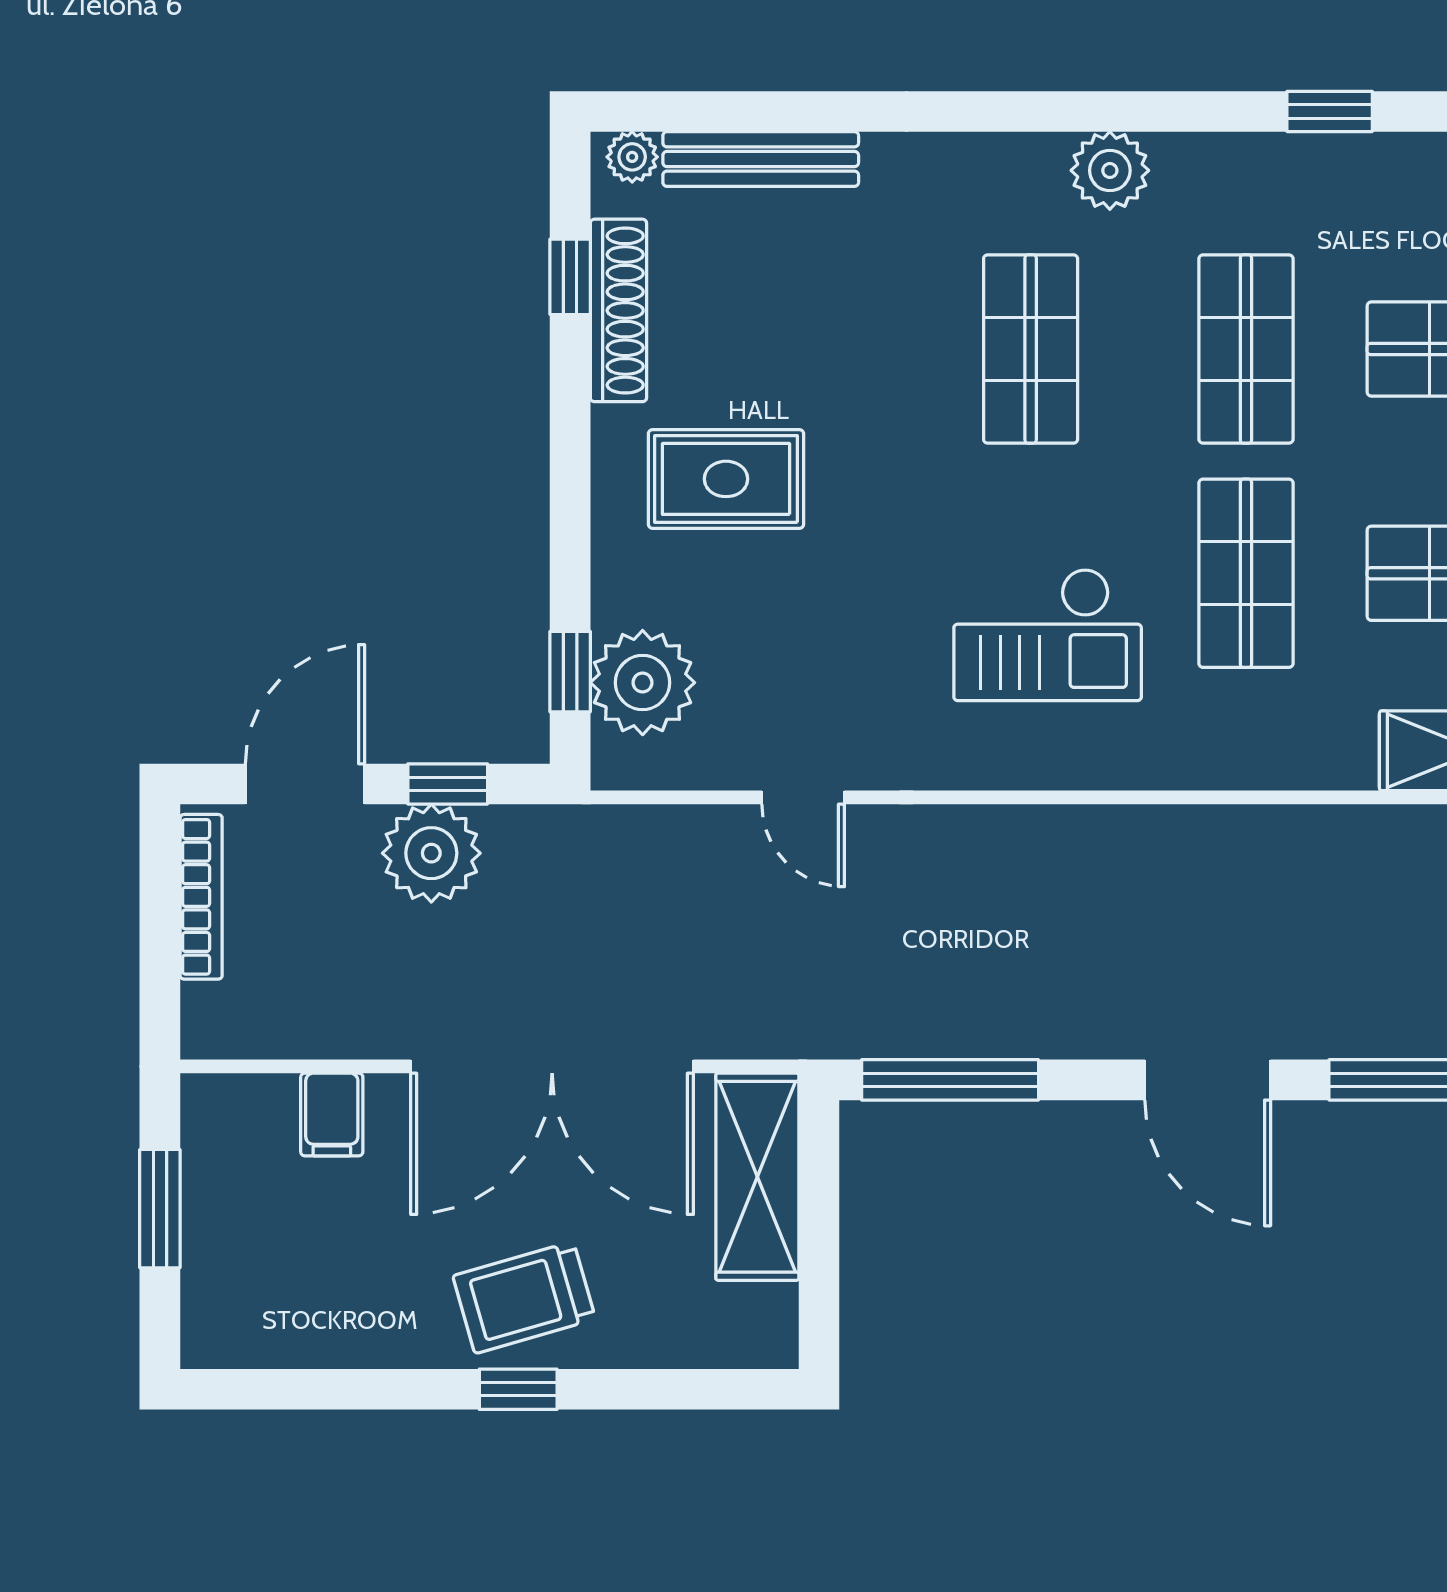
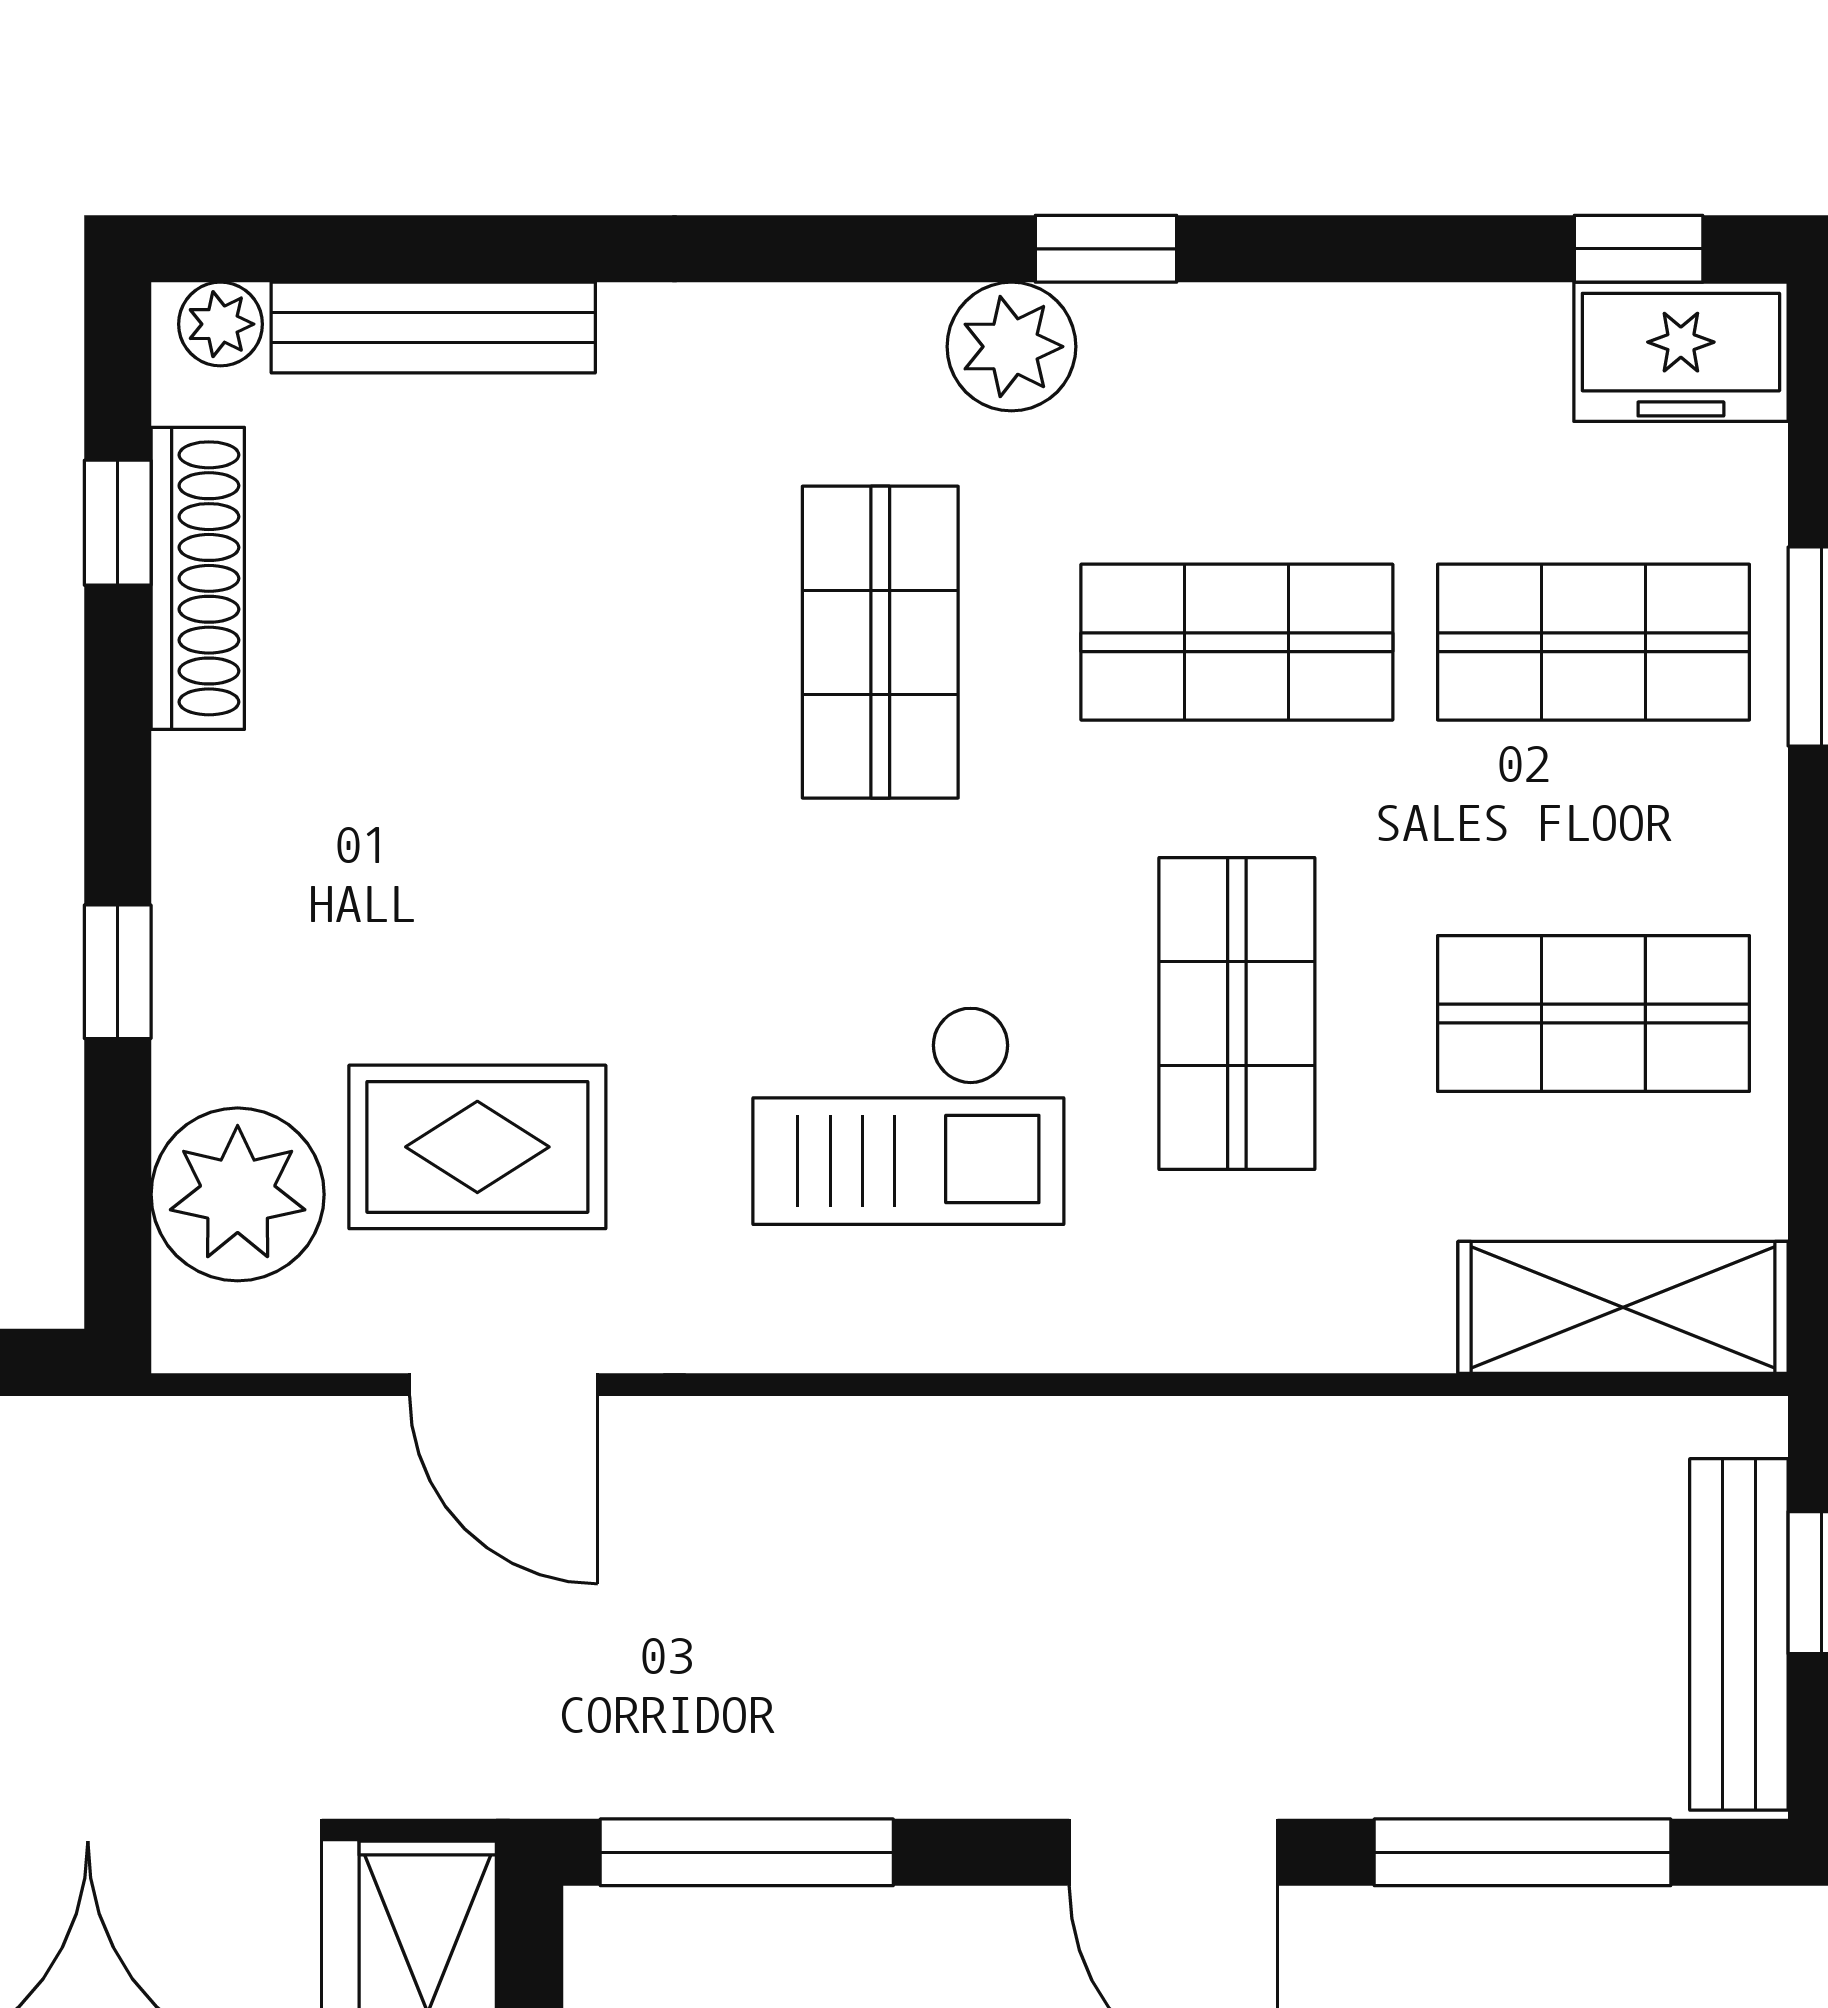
window: (1330, 111) -> (1106, 249), moved
shop shelf: (1246, 349) -> (1237, 642), turned 90
rug: (726, 479) -> (477, 1147), moved
window: (570, 672) -> (118, 972), moved
door: (803, 797) -> (504, 1385), width x1.38

